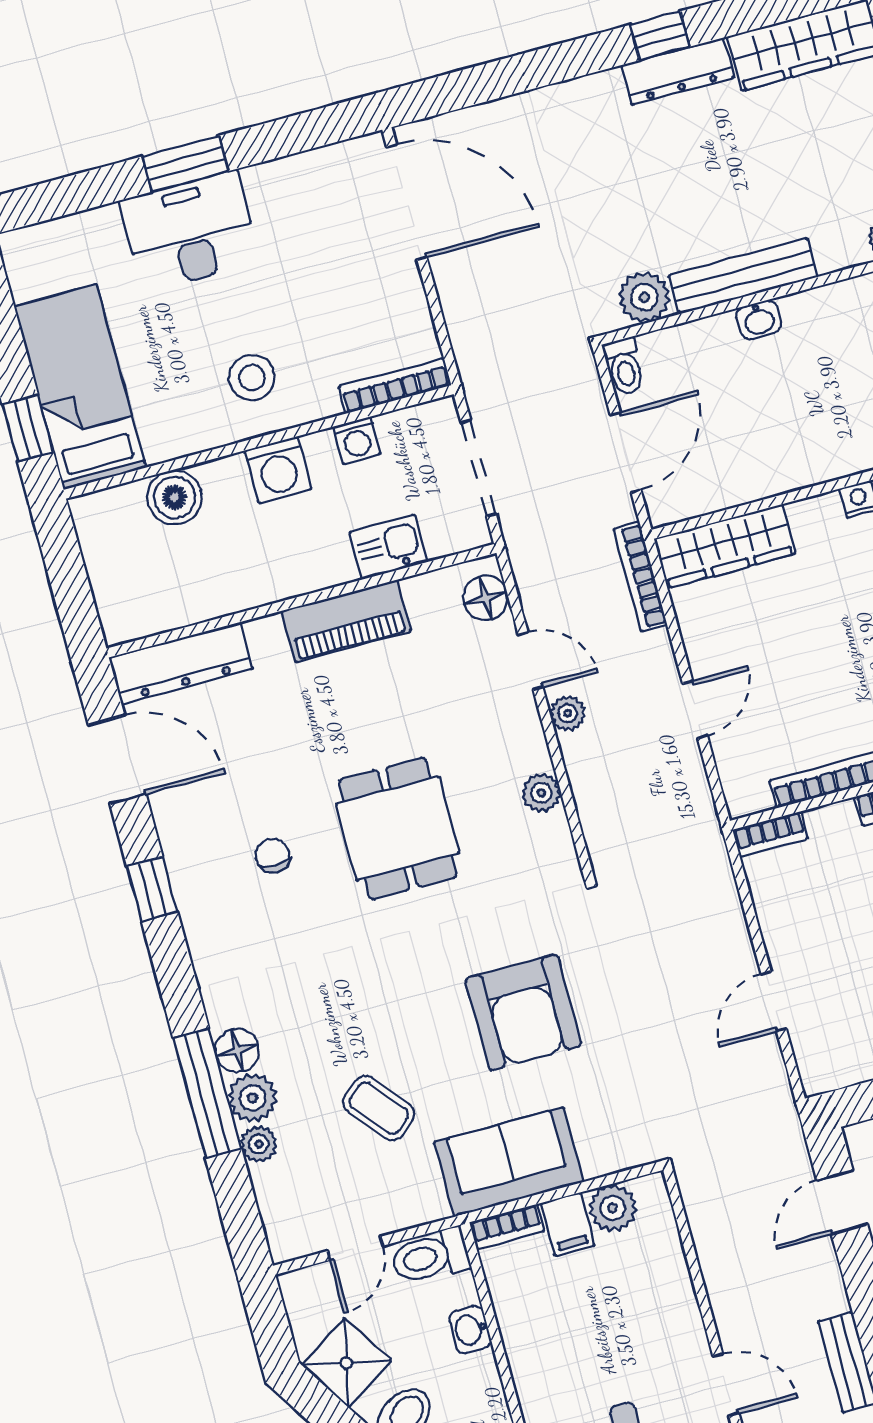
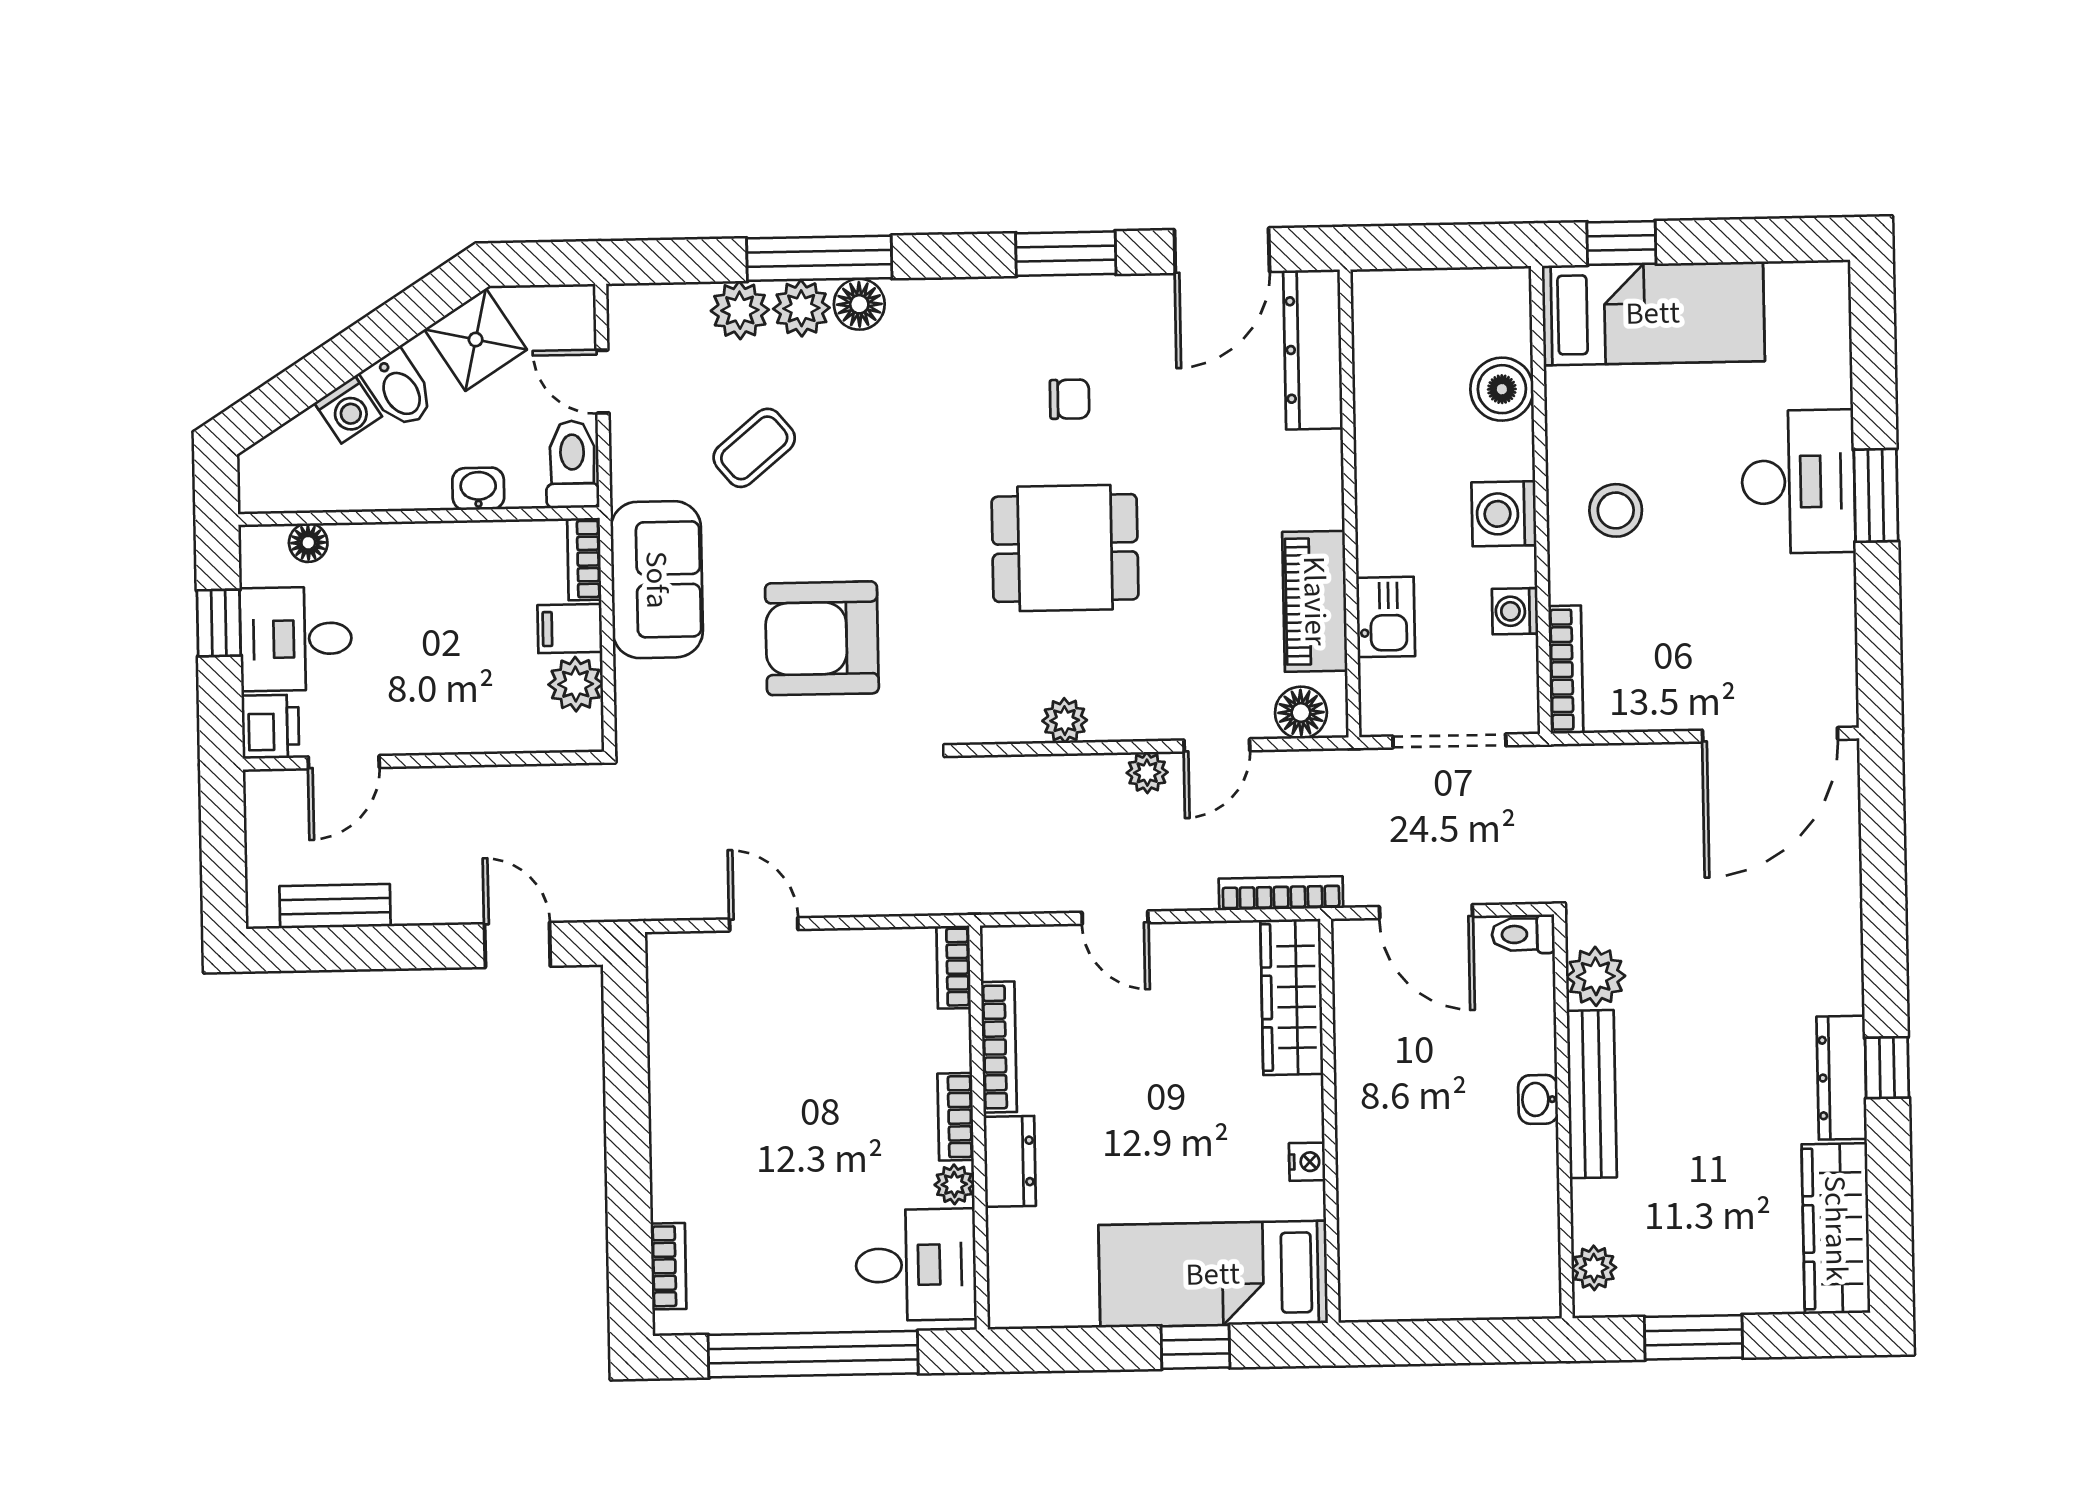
piano: (346, 621) -> (1315, 601), moved
window: (152, 889) -> (1066, 254), width x1.50
plant: (259, 1144) -> (740, 310), width x1.38, depth x1.38

